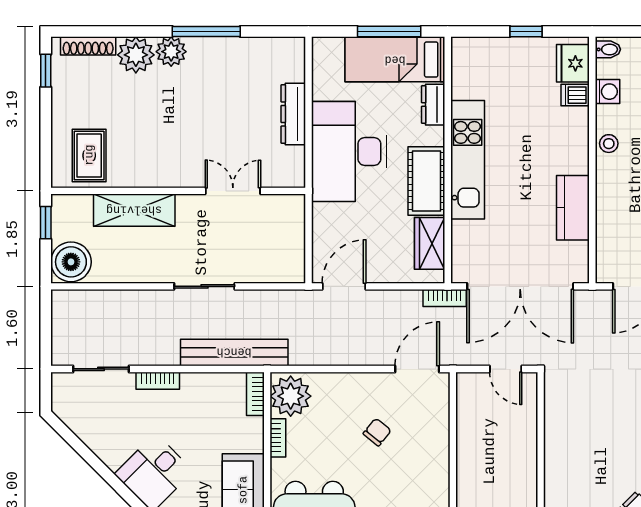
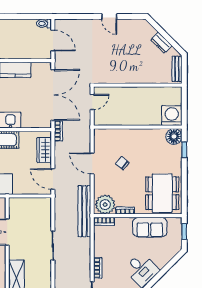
wardrobe: (430, 243) -> (44, 150), moved, turned 90
bench: (234, 352) -> (84, 211), moved
door: (417, 369) -> (92, 163), moved

